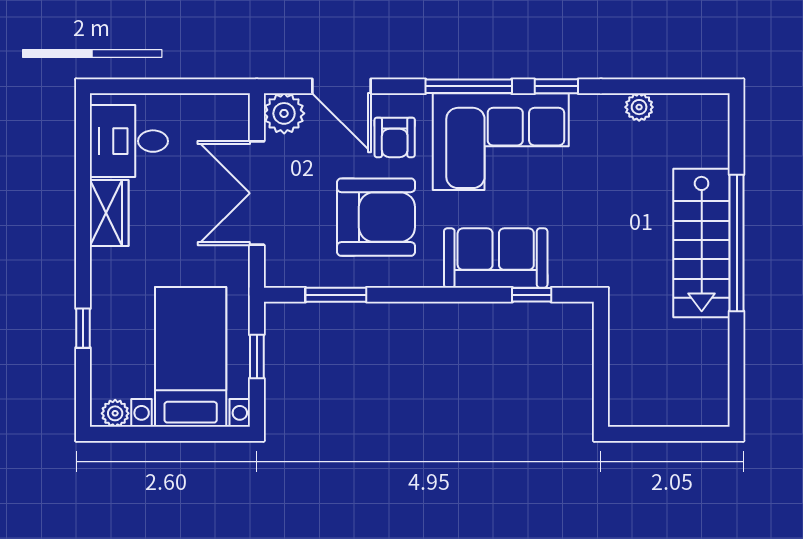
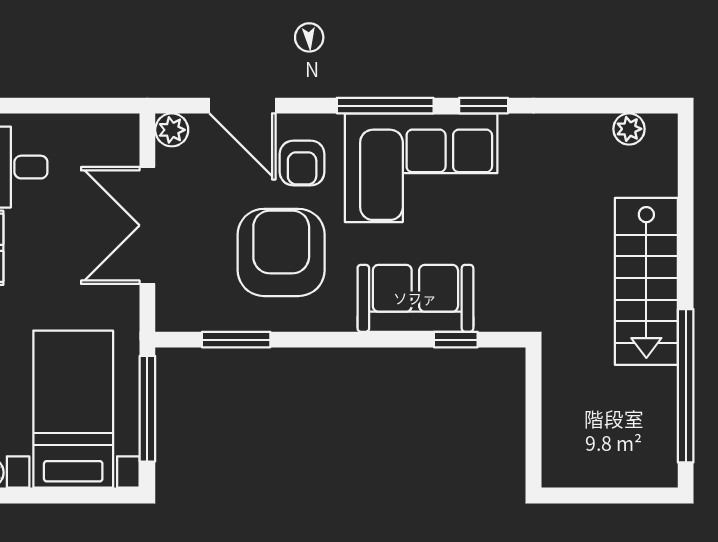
plant: (639, 107) -> (629, 129), moved
plant: (284, 113) -> (172, 130), width x0.73, depth x0.73
armchair: (376, 217) -> (281, 252), turned -90
window: (737, 243) -> (686, 386), moved
window: (257, 356) -> (147, 409), width x2.17

